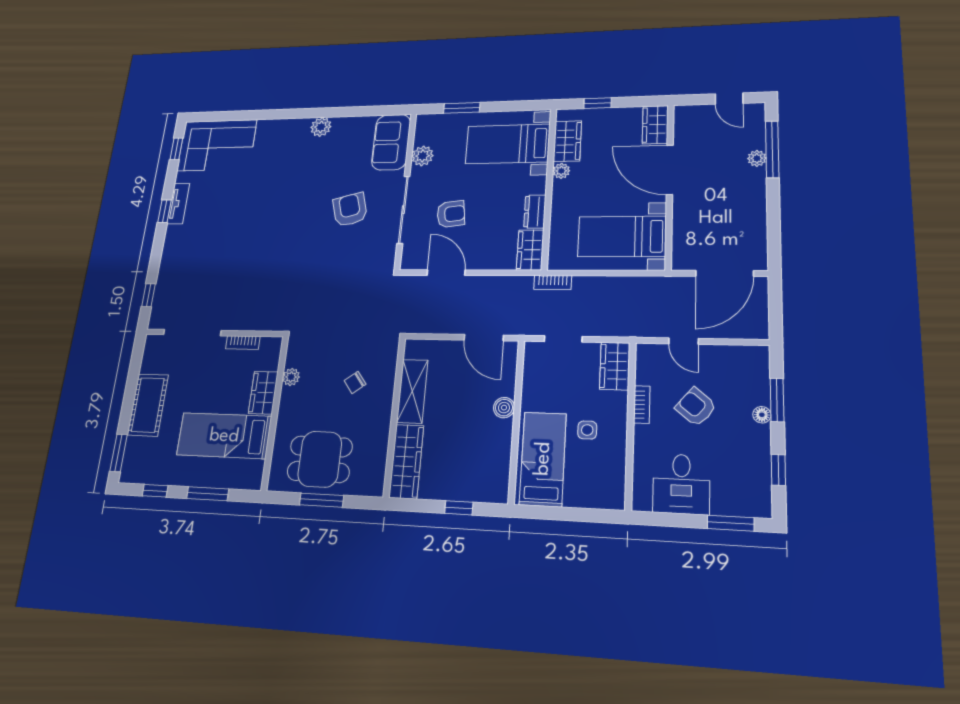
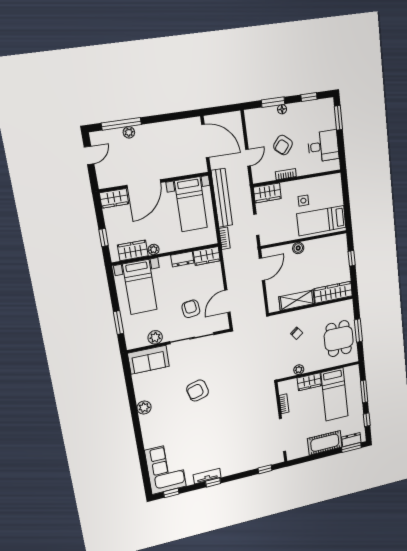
armchair: (350, 210) -> (198, 391), moved
bench: (622, 287) -> (222, 198), added
dresser: (132, 455) -> (351, 440), added

